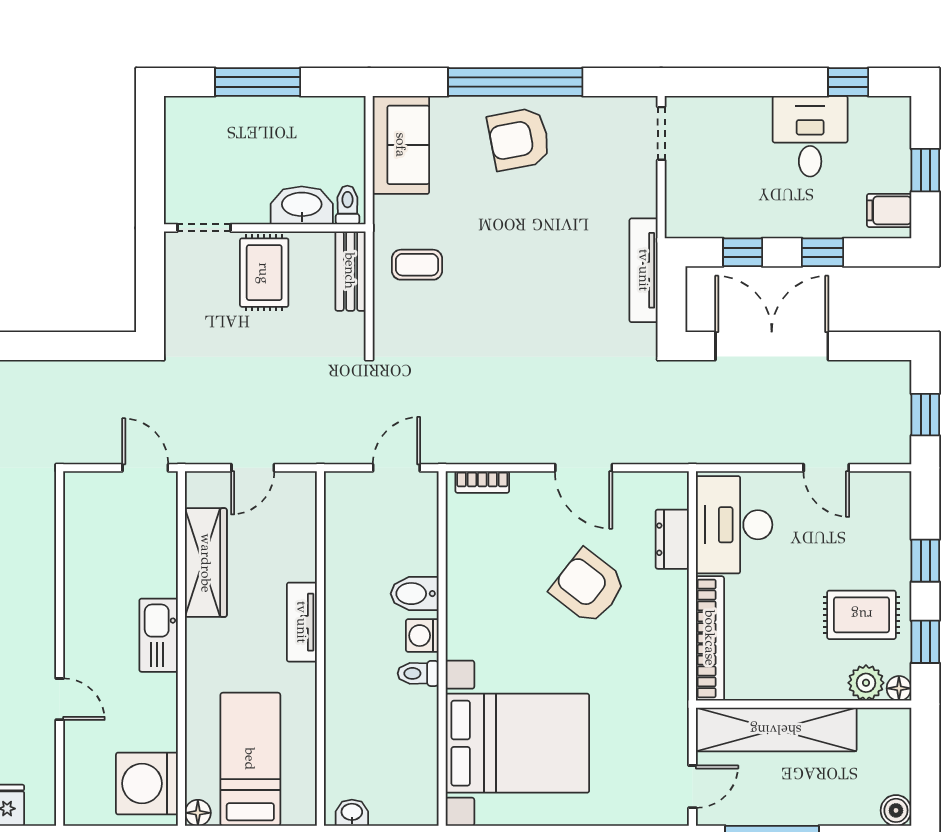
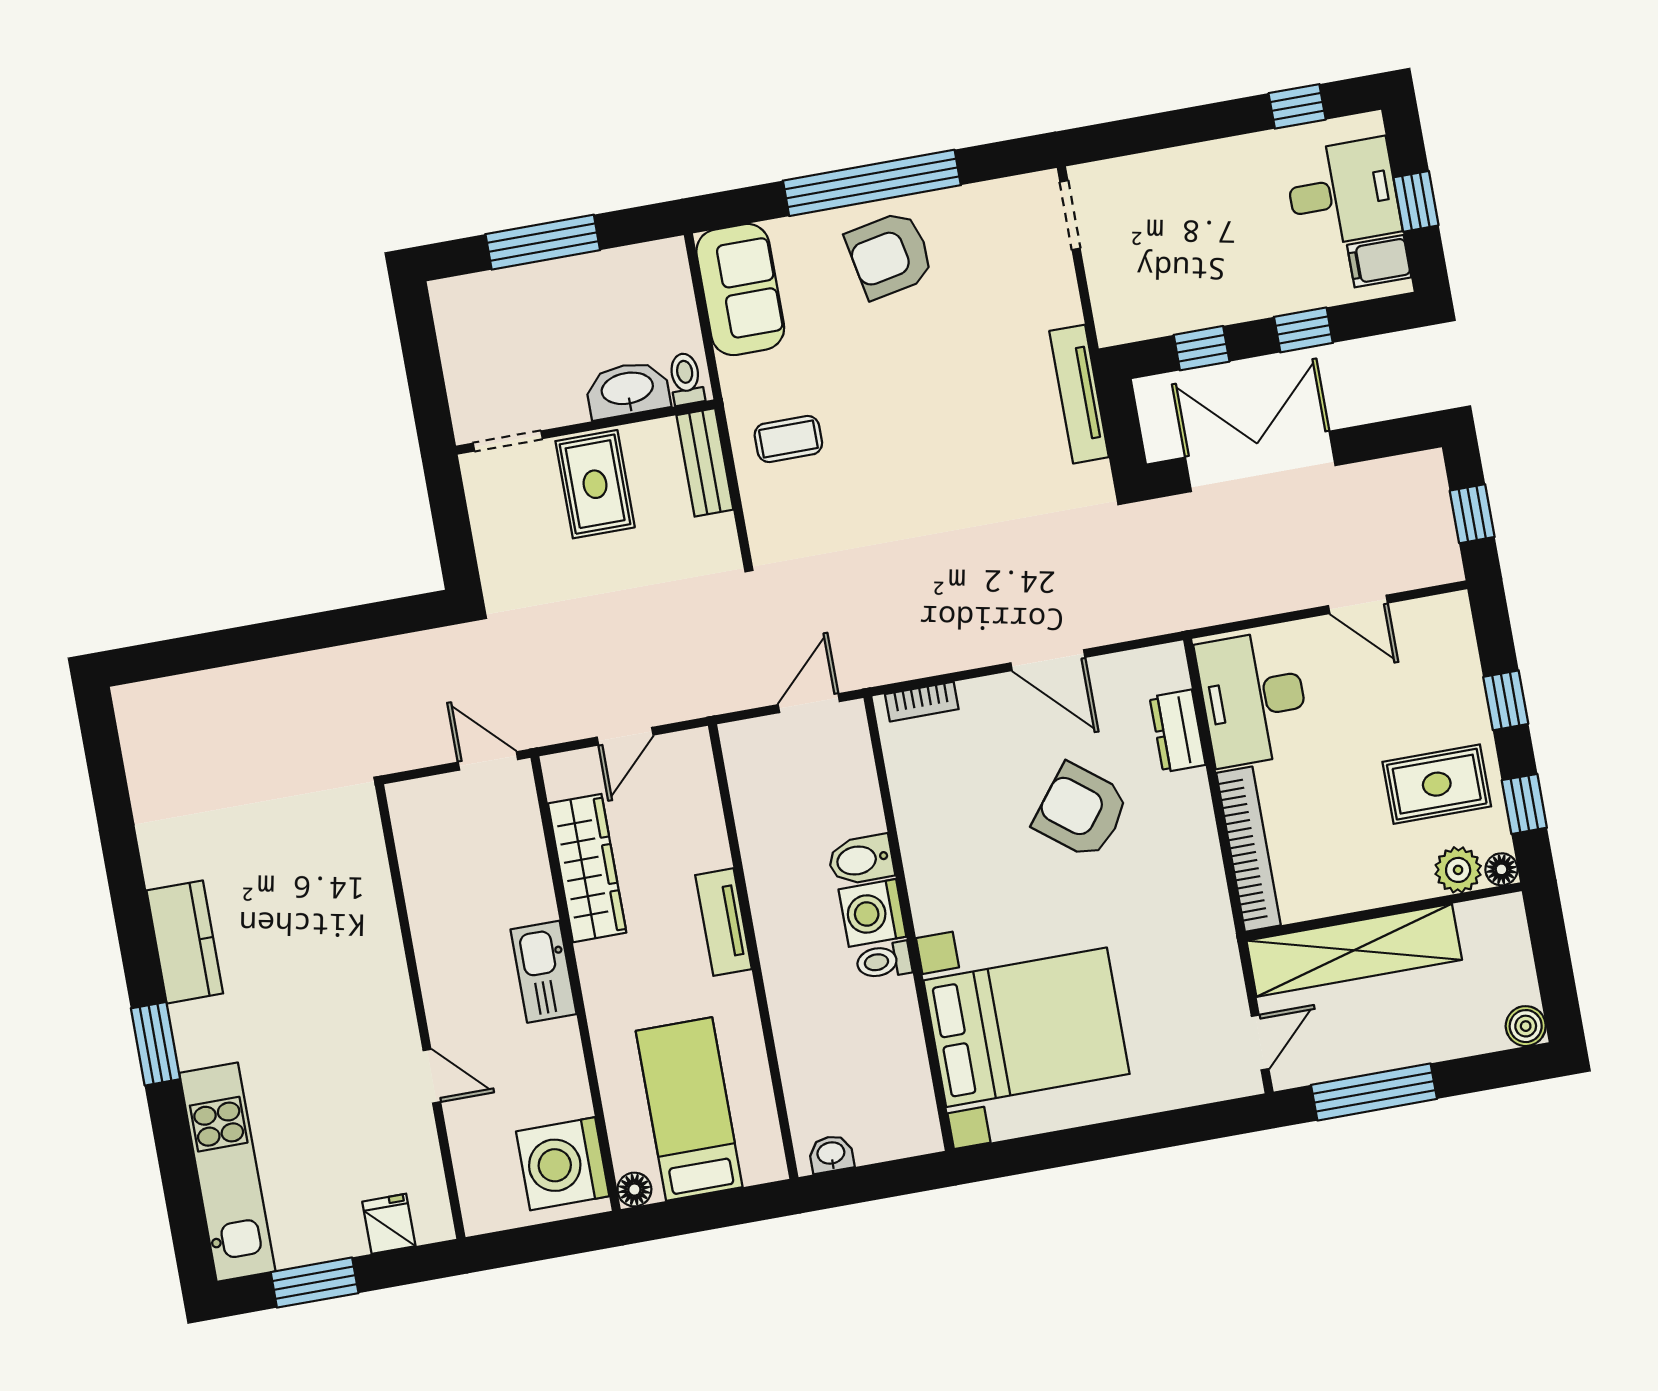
desk: (810, 136) -> (1343, 193), moved, turned 90
washing machine: (422, 636) -> (872, 913), width x1.38, depth x1.38

